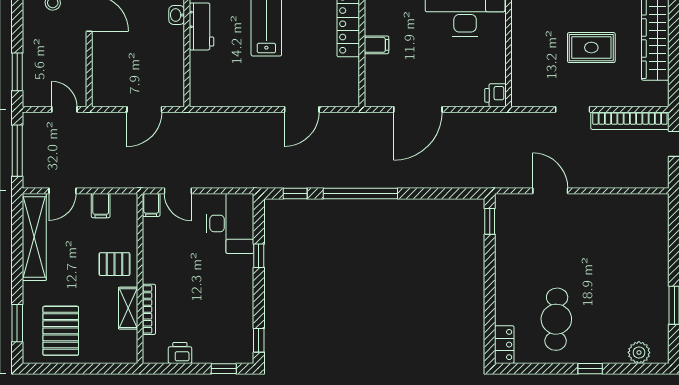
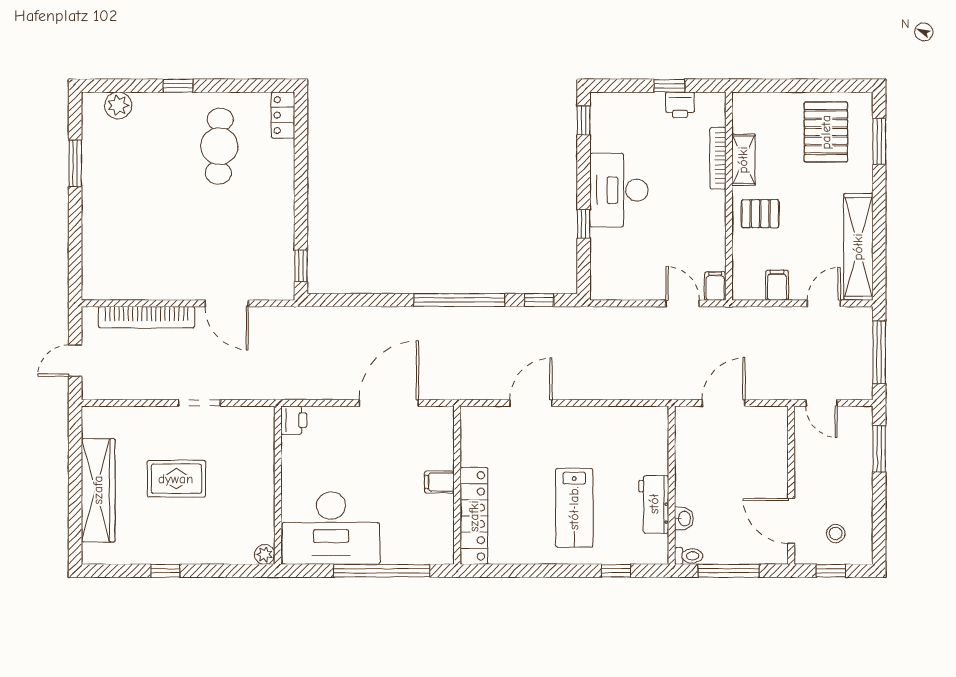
bookcase: (630, 121) -> (147, 317), moved, turned 180
desk: (230, 223) -> (619, 190), moved
window: (224, 369) -> (669, 86), moved

